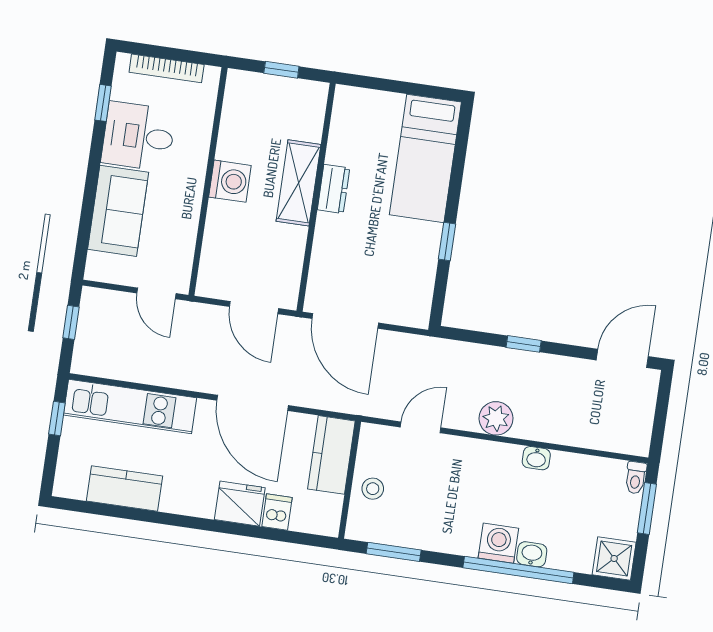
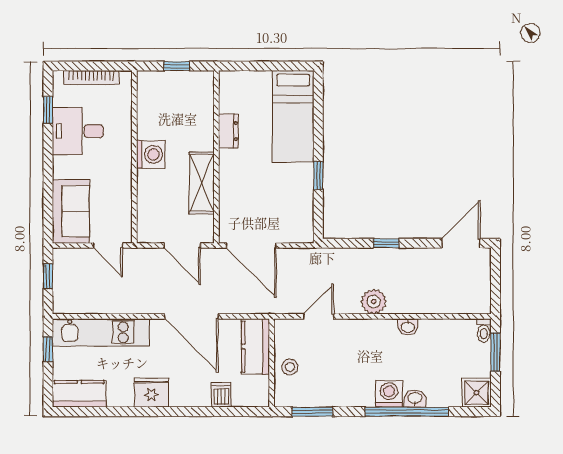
shelving: (299, 183) -> (202, 183), moved
dresser: (334, 189) -> (228, 131), moved
sofa: (118, 211) -> (71, 211), moved
kitchen counter: (125, 488) -> (79, 394), moved
fridge: (240, 504) -> (151, 393), moved

